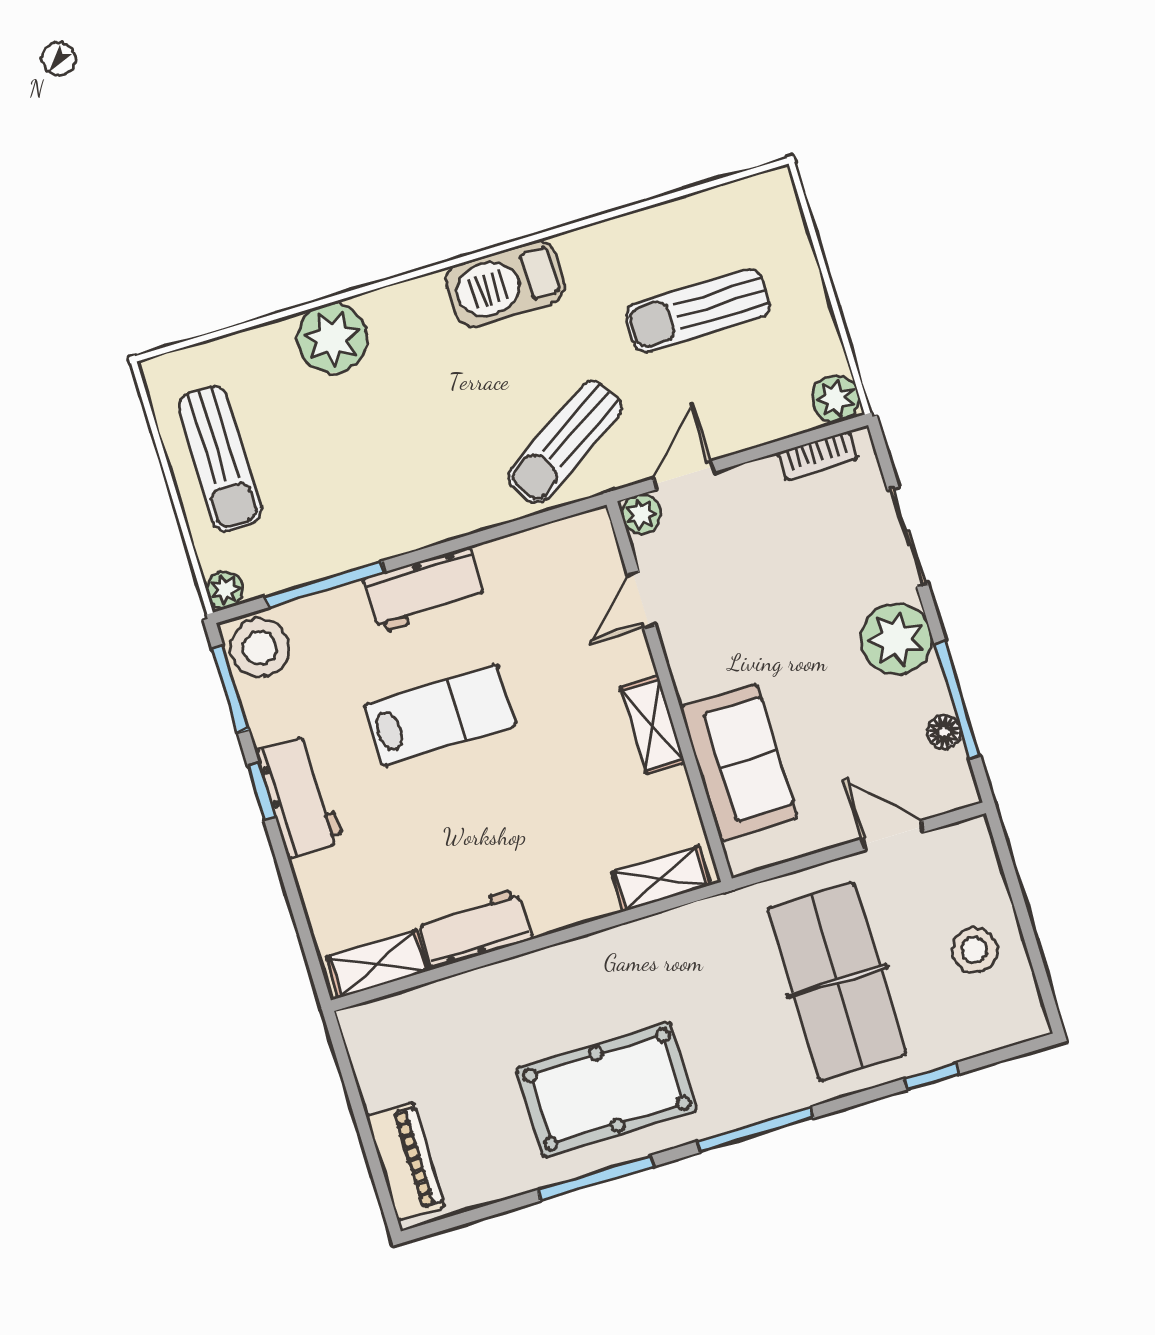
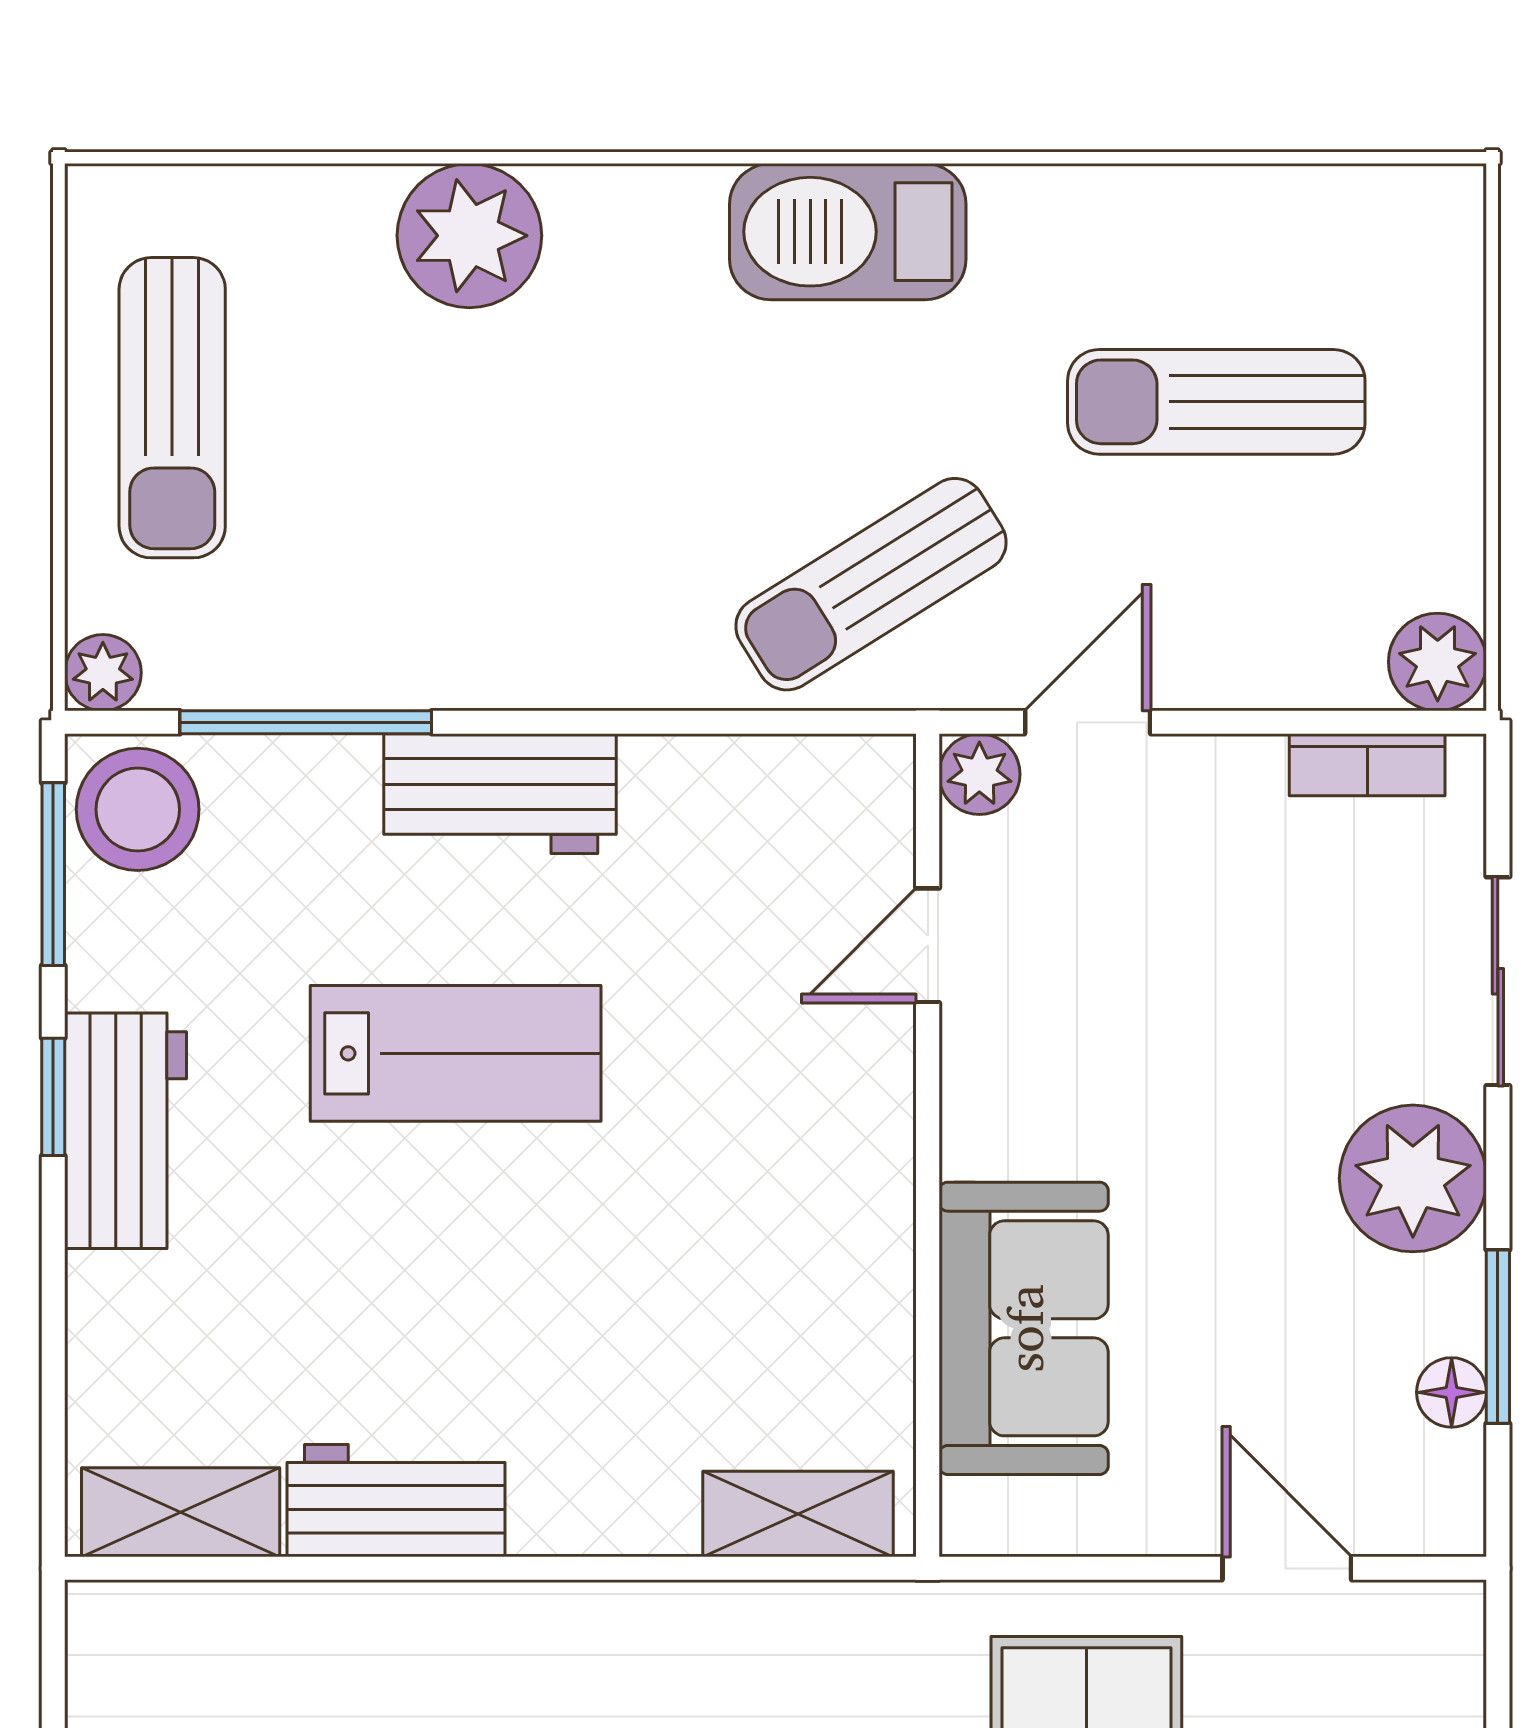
window: (957, 700) -> (1498, 1337), width x0.69
shelving: (652, 725) -> (874, 1202), removed

